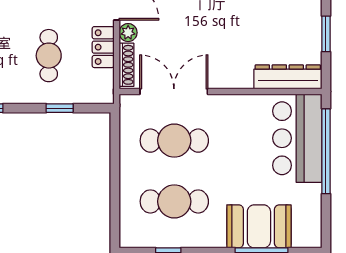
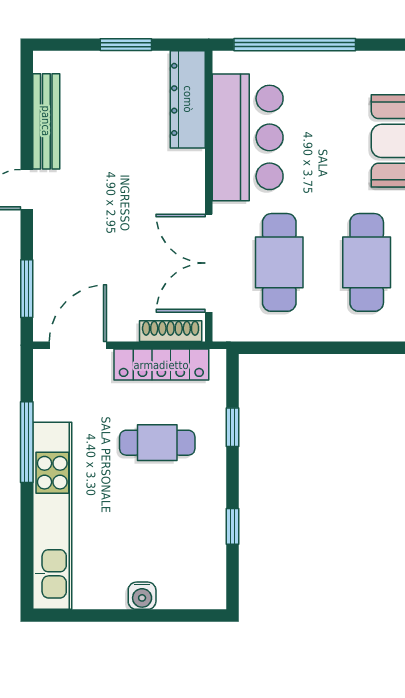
plant: (128, 33) -> (124, 329), removed
locker: (103, 47) -> (161, 365), width x1.53
bar counter: (297, 138) -> (248, 137), moved, turned -90

